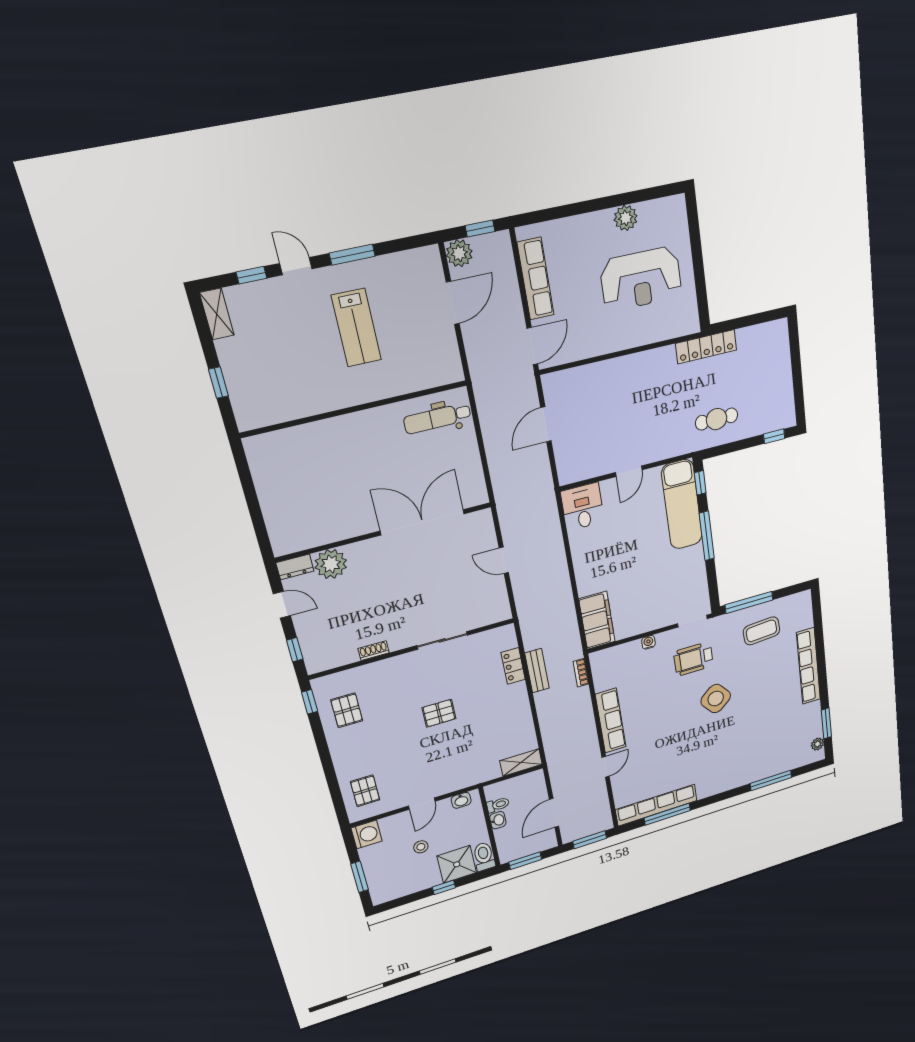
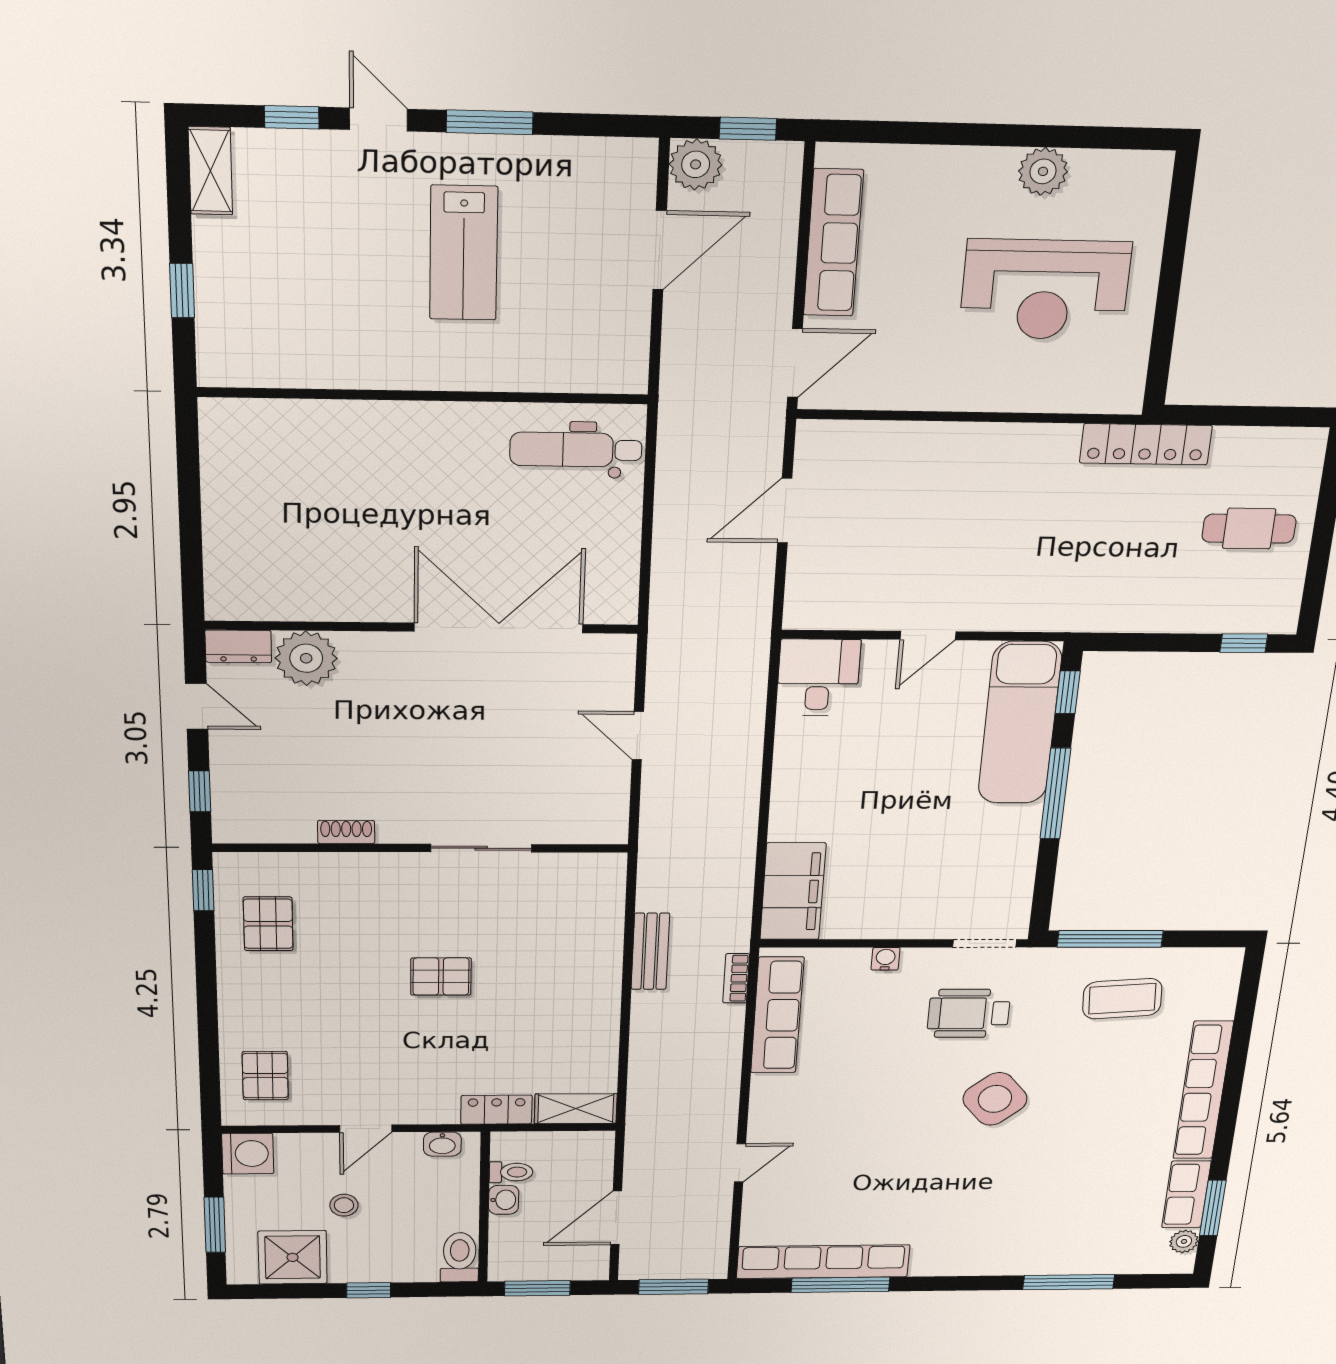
cafe table: (717, 419) -> (1249, 529), moved
locker: (513, 666) -> (496, 1110), moved, turned 90
row of seats: (813, 720) -> (1186, 1194), added
row of seats: (611, 721) -> (777, 1015), moved
shower: (457, 864) -> (293, 1257), moved

